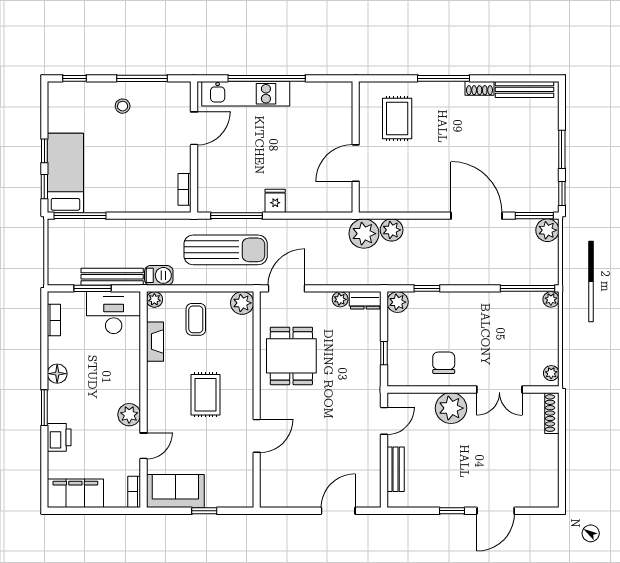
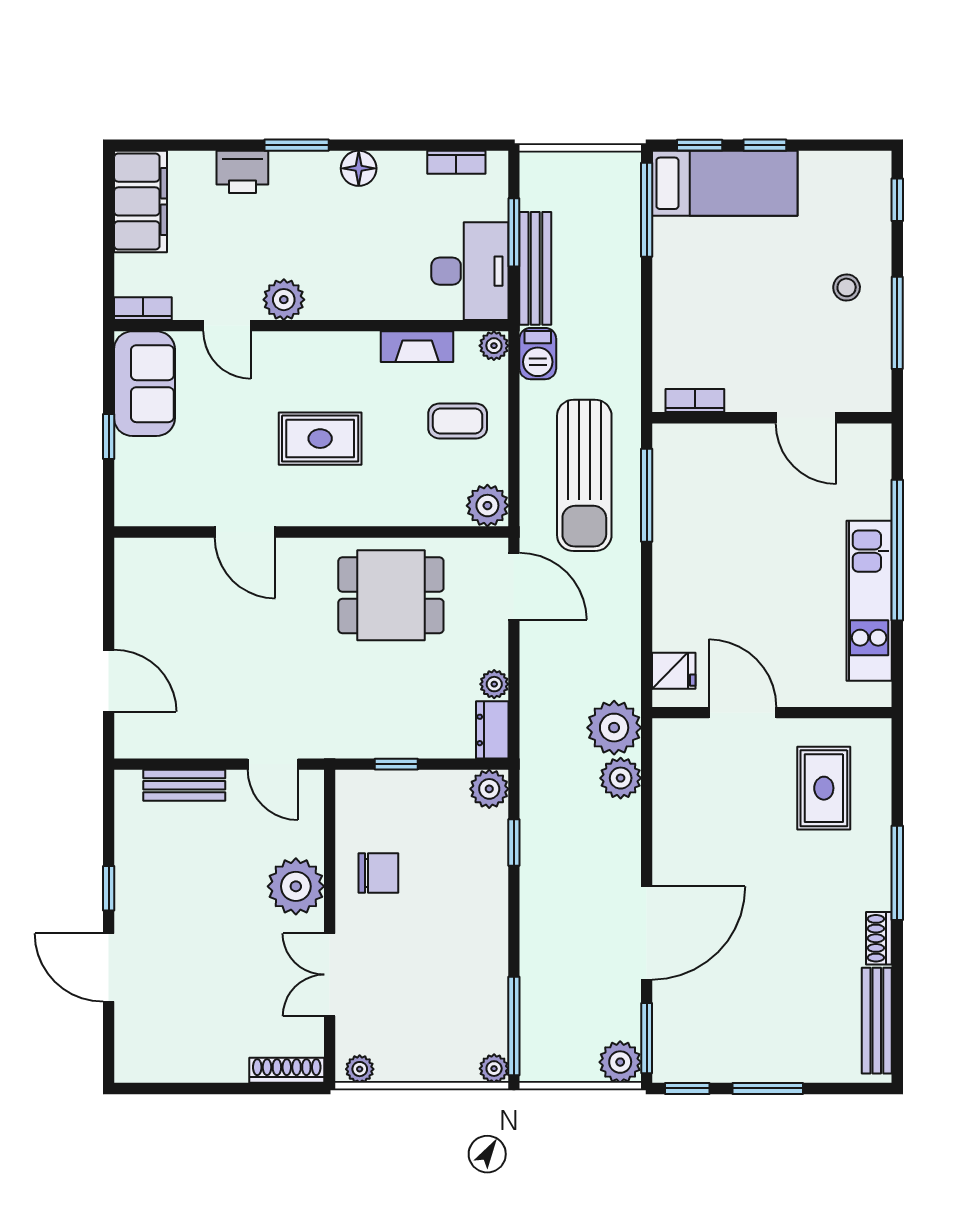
kitchen unit: (246, 94) -> (869, 601), moved
rug: (397, 119) -> (824, 788), turned 90
fridge: (275, 201) -> (674, 671), moved

